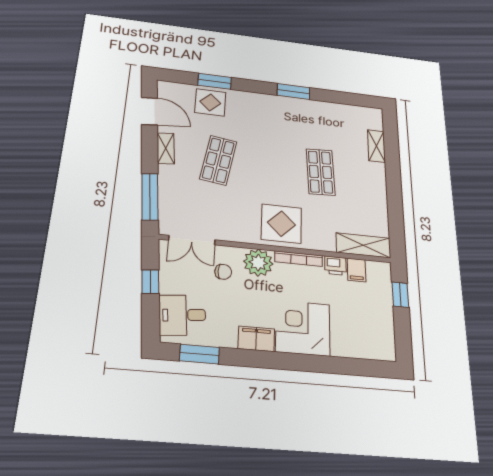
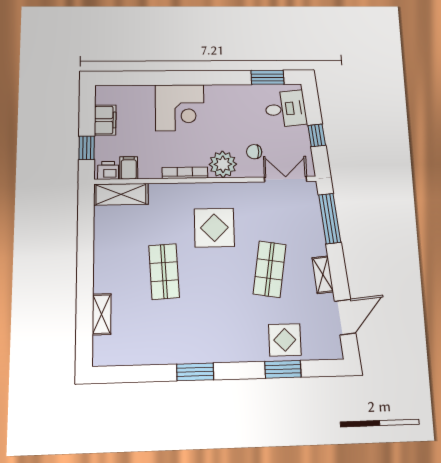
door: (149, 111) -> (345, 317), swing flipped
display table: (281, 224) -> (214, 228), moved
printer: (335, 266) -> (108, 170), moved
filing cabinet: (256, 339) -> (105, 120), moved, turned -90

